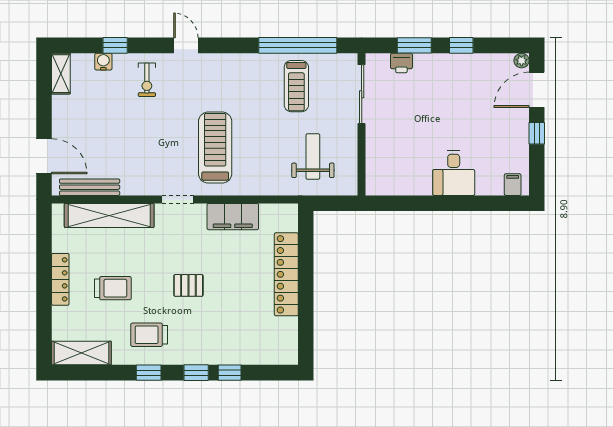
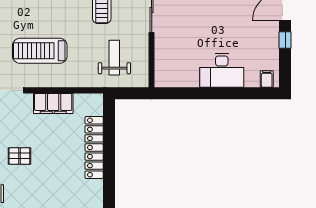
treadmill: (215, 148) -> (40, 51), turned -90
desk: (454, 173) -> (222, 70), width x1.37

